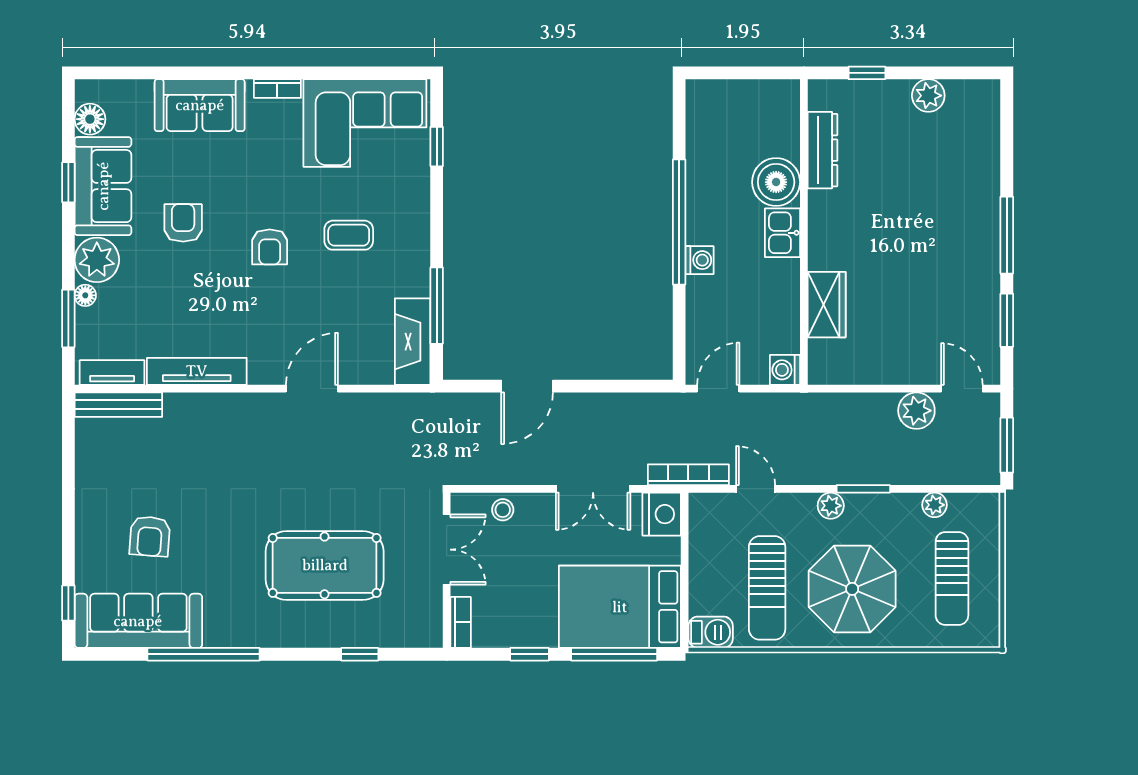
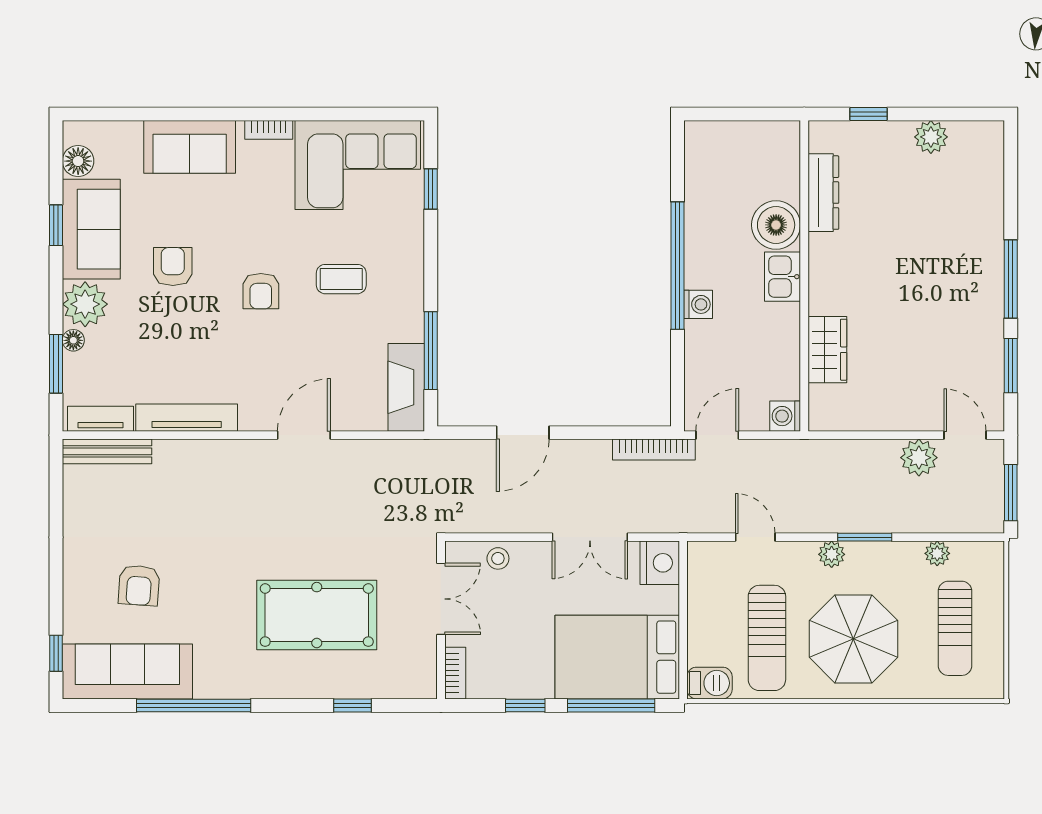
bookcase: (688, 475) -> (654, 450), moved, turned 180

